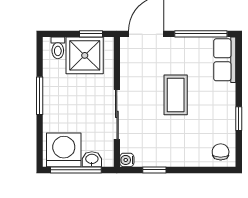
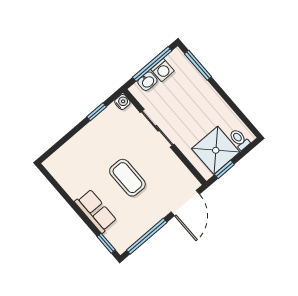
row of seats: (225, 60) -> (96, 211), moved
window: (40, 96) -> (198, 65), moved
window: (239, 119) -> (106, 243), moved
washing machine: (64, 150) -> (162, 70), width x0.53, depth x0.53
chair: (221, 152) -> (61, 165), removed

